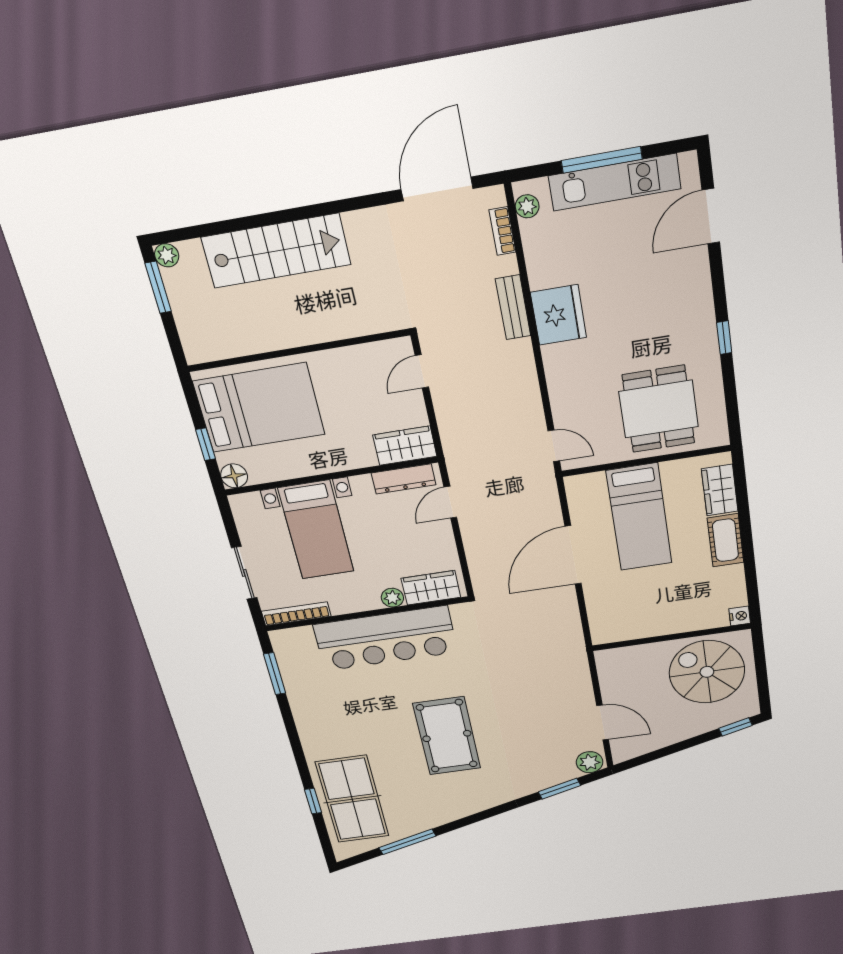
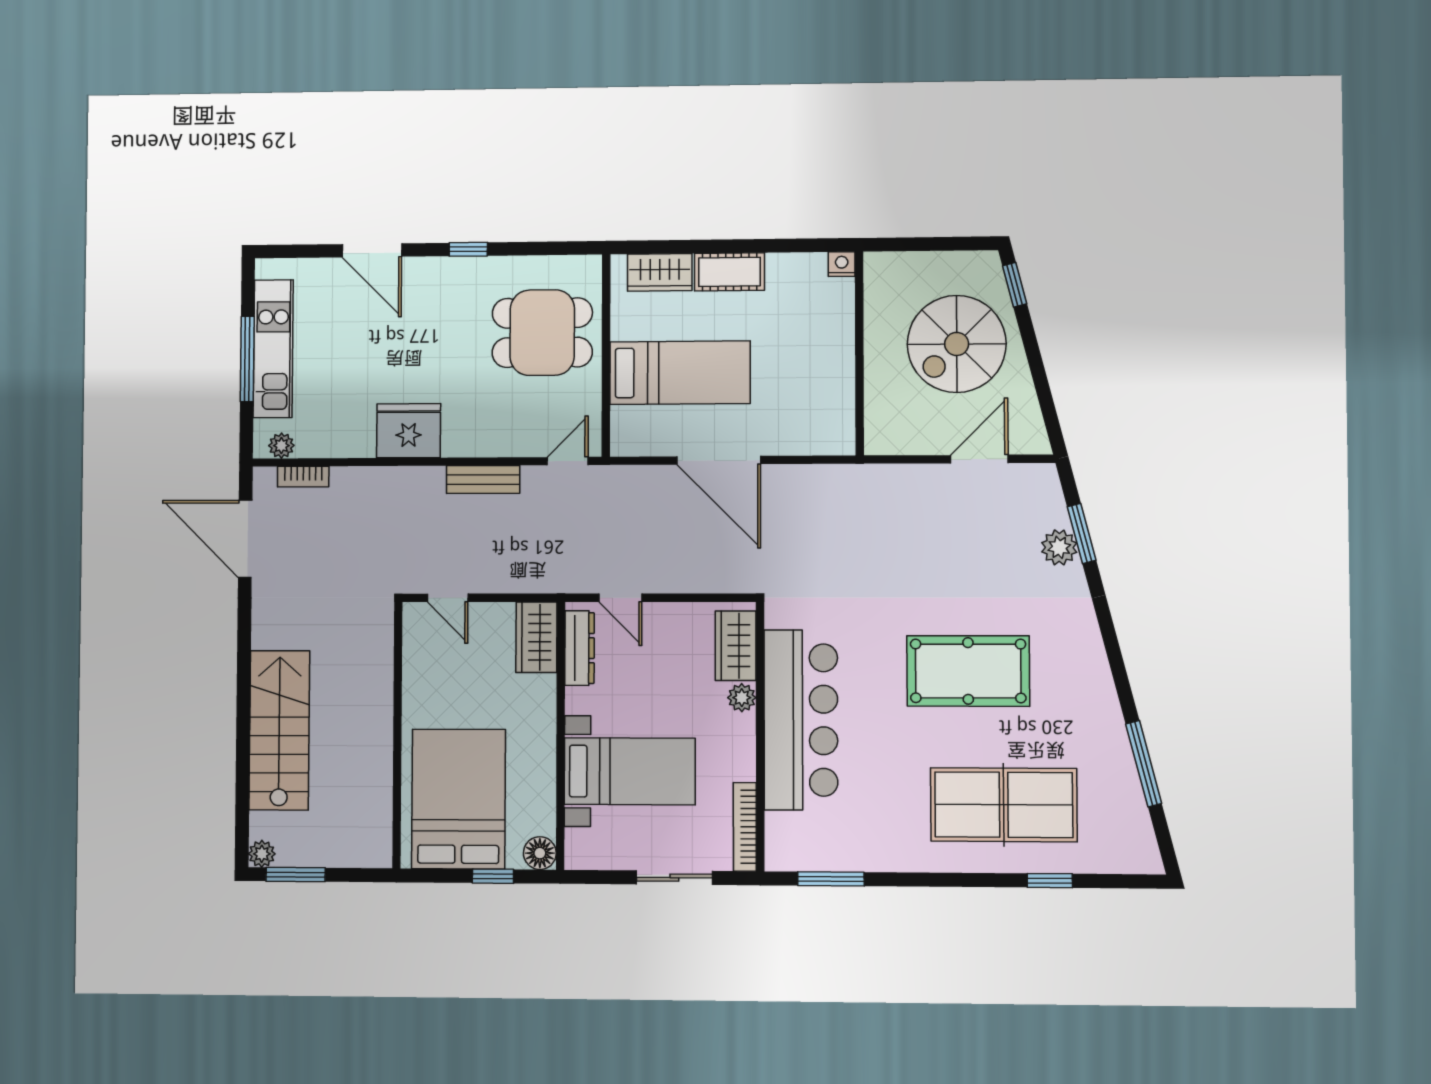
door: (711, 216) -> (372, 250), moved
bench: (513, 307) -> (483, 480), moved
spiral stairs: (707, 672) -> (957, 344), moved
plant: (590, 762) -> (1059, 547), moved
table tennis table: (352, 799) -> (1004, 805), moved

